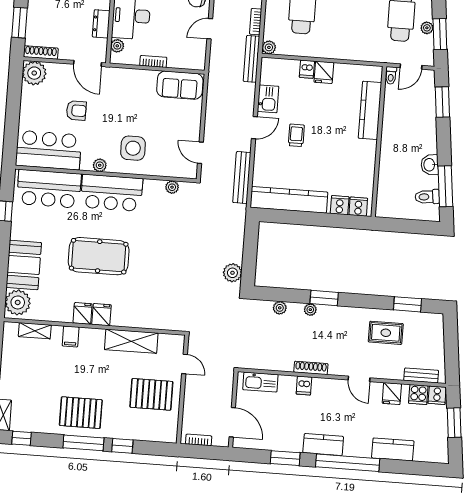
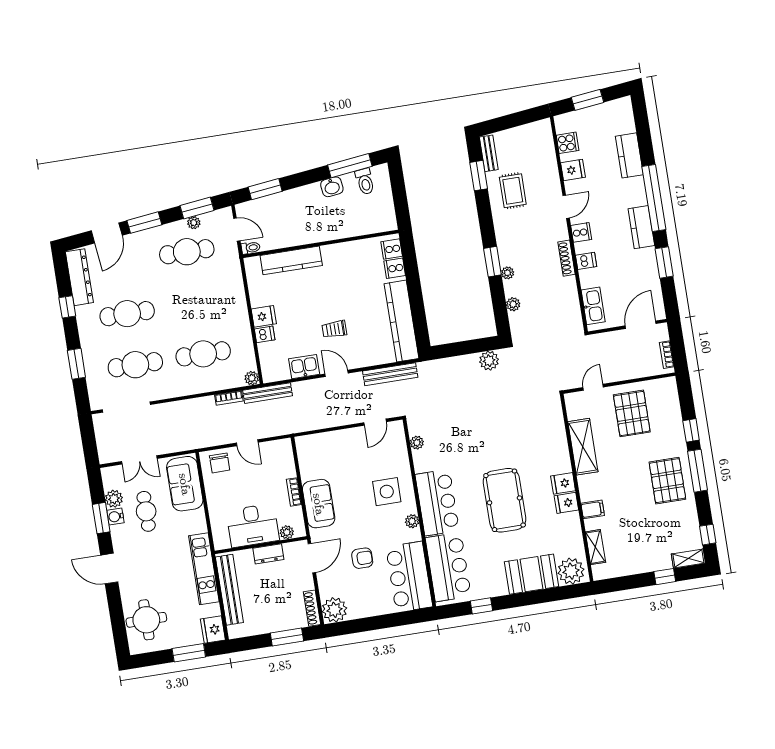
sofa: (180, 85) -> (319, 504), moved
armchair: (76, 110) -> (362, 558), turned 90
bench: (421, 375) -> (489, 153), moved
cooker: (437, 395) -> (581, 232), moved

